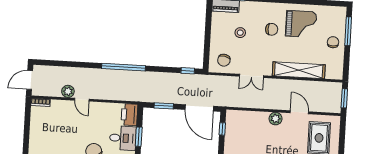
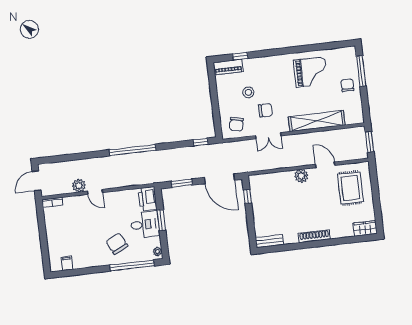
chair: (272, 29) -> (265, 110), moved

